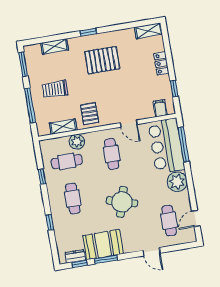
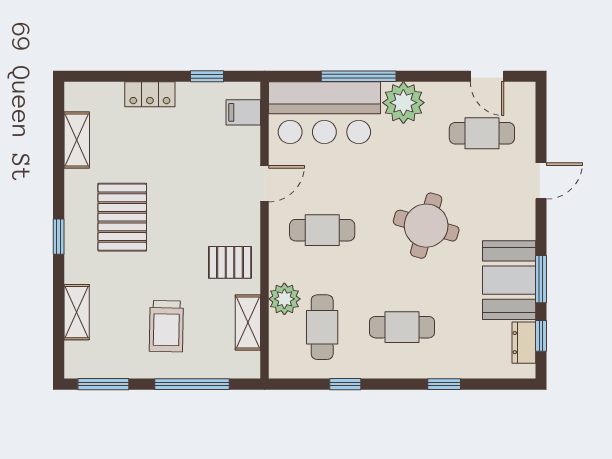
shelving: (148, 31) -> (77, 140), moved
window: (183, 144) -> (359, 76), moved

